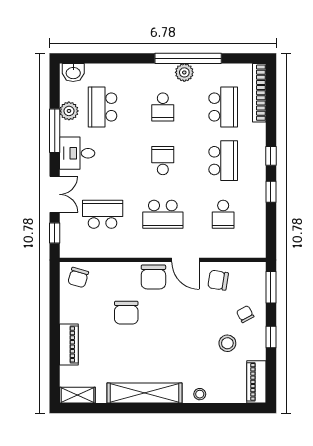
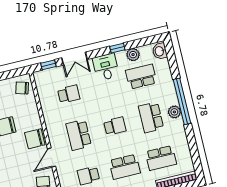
window: (188, 58) -> (182, 101), moved
plant: (184, 72) -> (174, 112), moved
school desk: (163, 107) -> (151, 117), width x1.85
window: (55, 131) -> (117, 48), width x0.46
school desk: (103, 214) -> (69, 94), width x0.54

